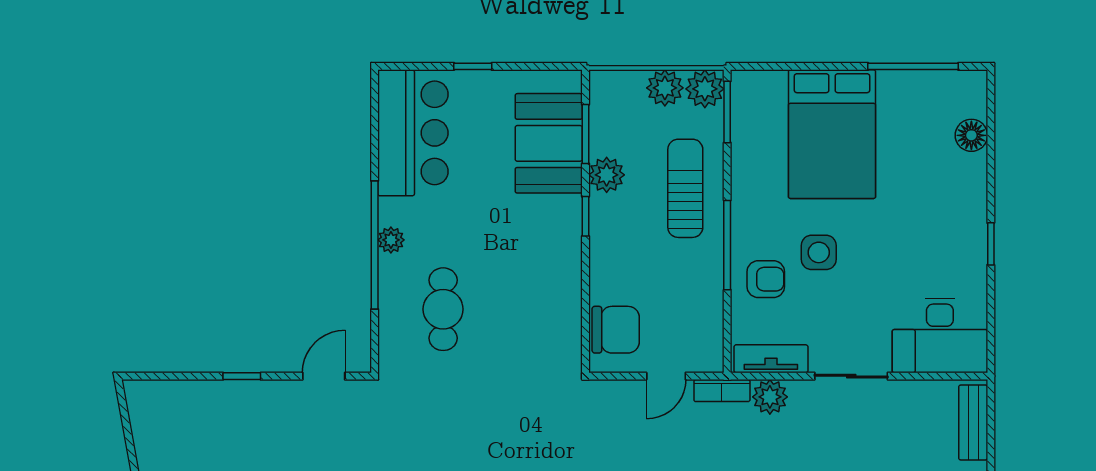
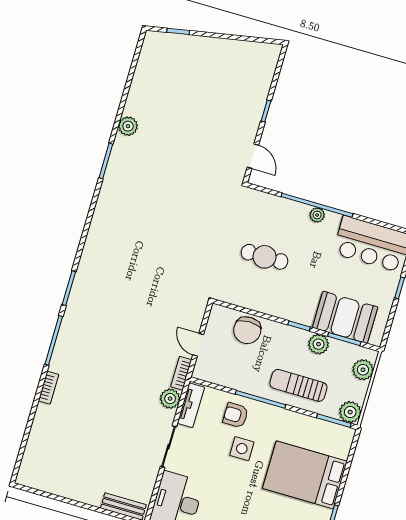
plant: (665, 88) -> (363, 370), moved
sun lounger: (685, 188) -> (298, 385), turned 180
armchair: (766, 279) -> (236, 415), turned 90
cafe table: (443, 309) -> (265, 257), moved
chair: (616, 330) -> (247, 330), moved

